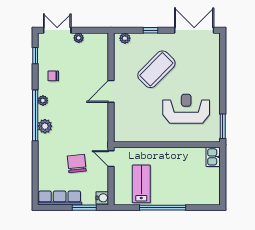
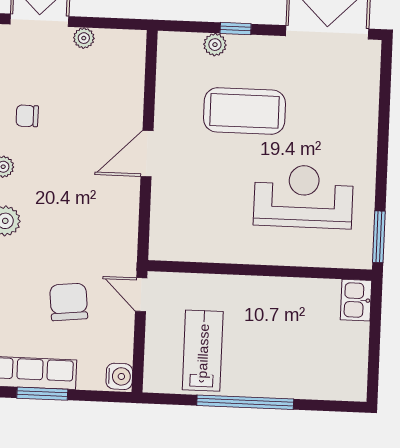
plant: (125, 38) -> (215, 45), moved
coffee table: (156, 69) -> (244, 111), turned 45
window: (84, 208) -> (42, 394), moved

